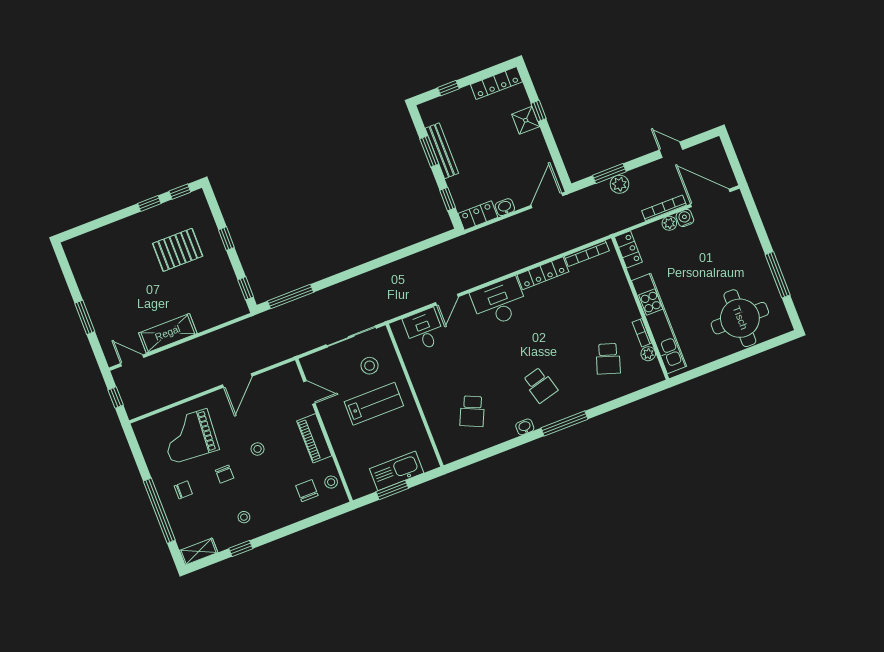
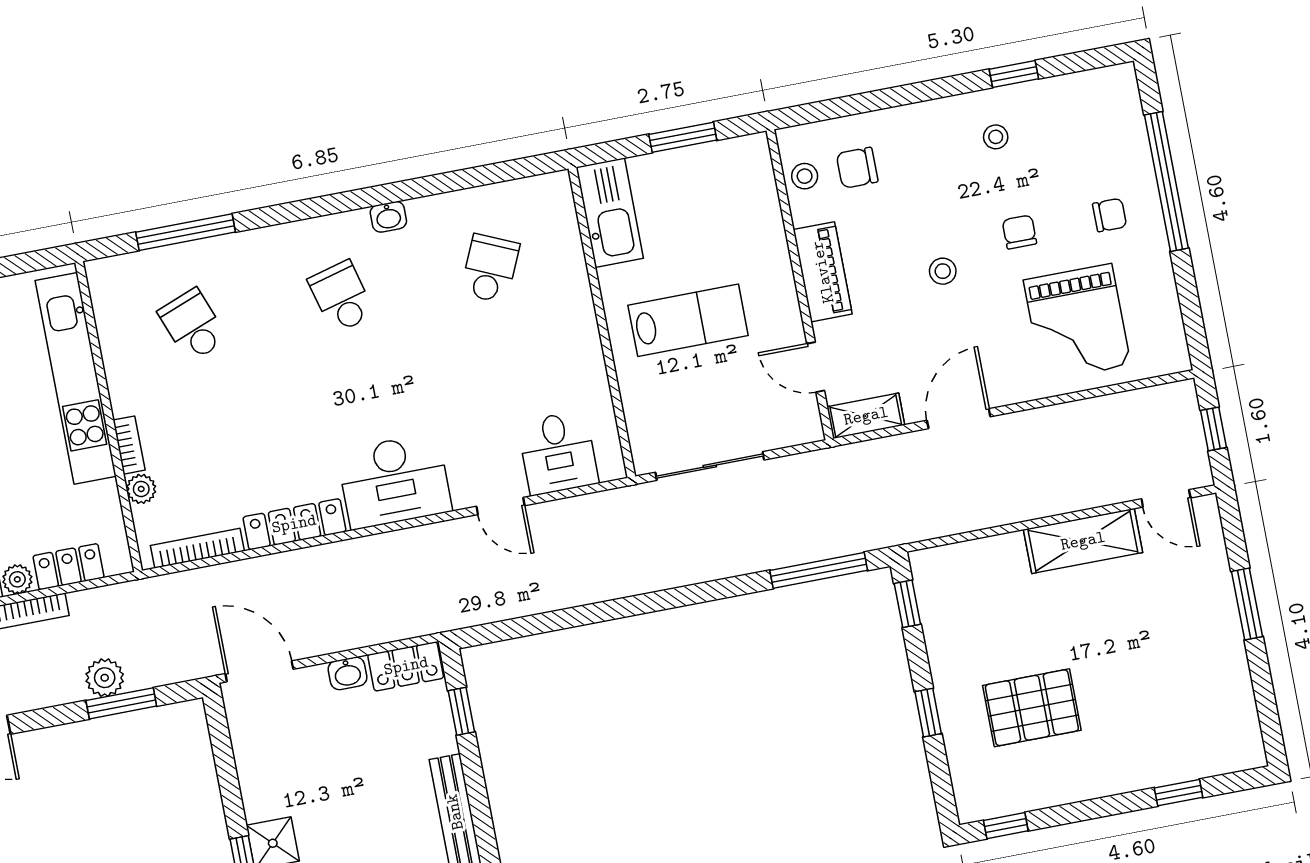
window: (429, 151) -> (481, 815), removed
door: (547, 200) -> (259, 671), swing flipped
window: (149, 203) -> (1179, 793), moved
locker: (628, 249) -> (69, 567), moved, turned 90
door: (447, 300) -> (500, 506), swing flipped
bookcase: (642, 333) -> (129, 445), moved
plant: (648, 354) -> (141, 489), moved
school desk: (608, 359) -> (193, 325), turned -39
stool: (370, 366) -> (683, 400), removed
lab bench: (374, 404) -> (688, 320), turned 180
window: (564, 424) -> (186, 232), moved
grand piano: (189, 436) -> (1077, 323), turned 86
kitchen sink: (397, 471) -> (610, 213), moved, turned -90
chair: (183, 490) -> (1110, 215), turned 180
chair: (307, 491) -> (857, 168), turned 90
shelving: (199, 552) -> (866, 416), moved

